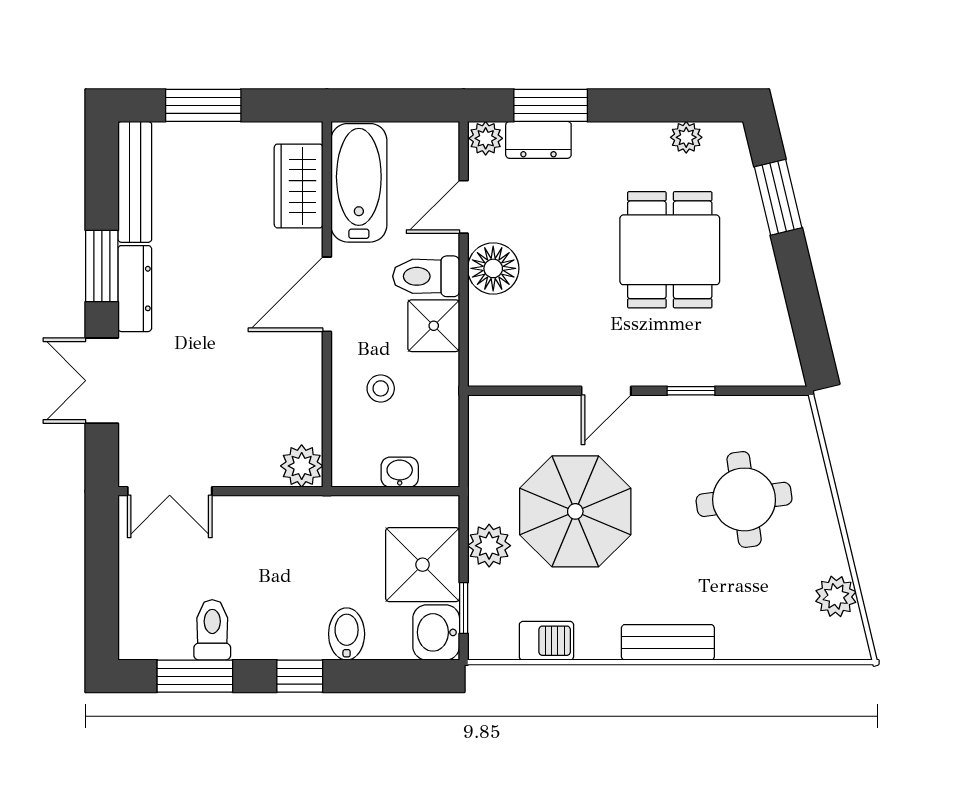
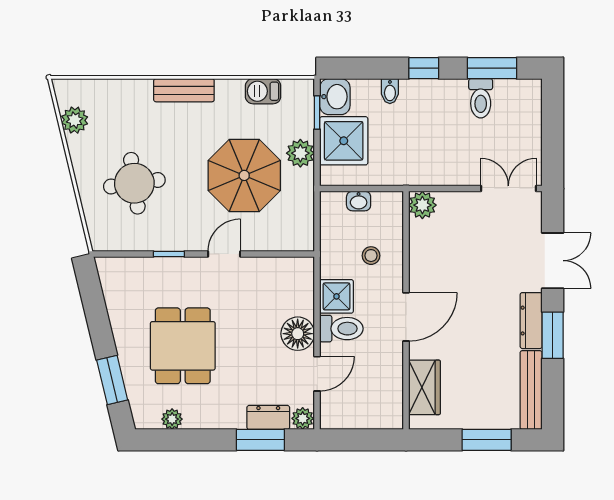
bathtub: (359, 183) -> (385, 389), removed
bidet: (347, 634) -> (390, 91), width x0.72, depth x0.74

